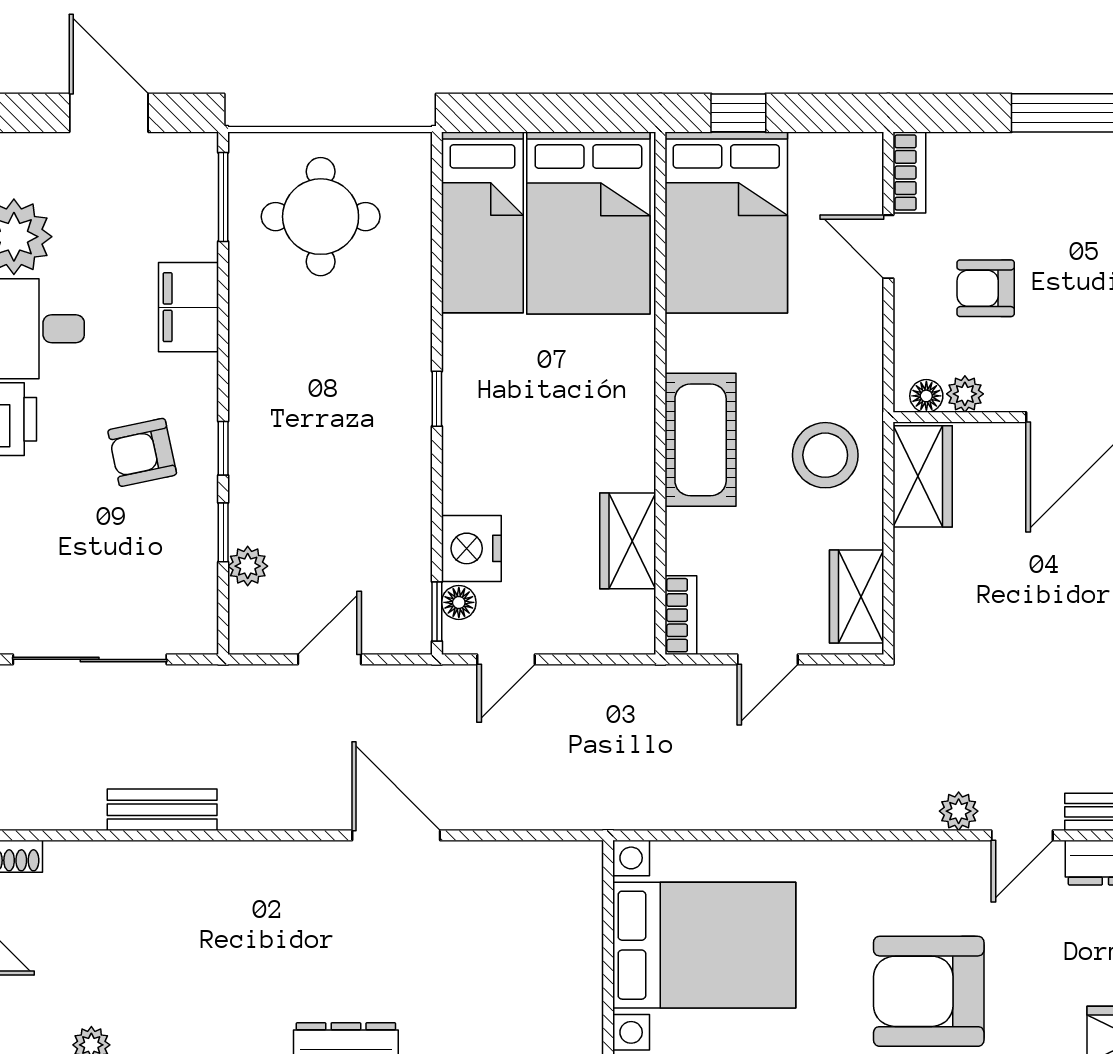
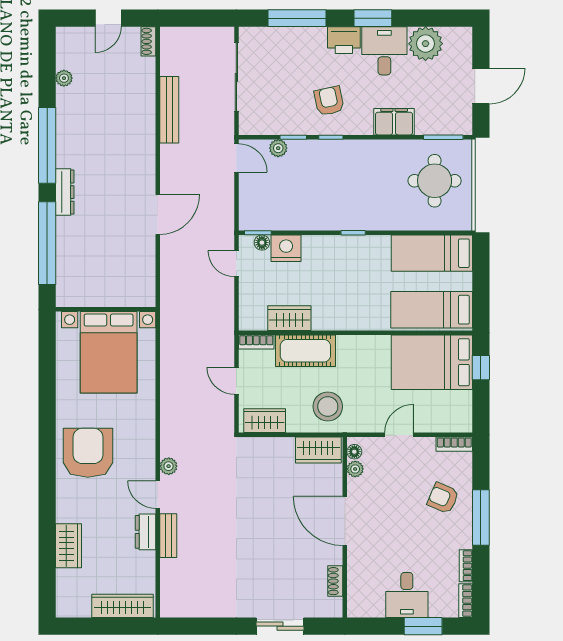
bed: (588, 223) -> (432, 310), width x0.67
door: (888, 247) -> (399, 435), moved
armchair: (986, 288) -> (443, 498), moved, turned -67
cot: (701, 440) -> (305, 351), moved
door: (329, 659) -> (236, 158), moved
bench: (162, 810) -> (169, 110), width x1.36

